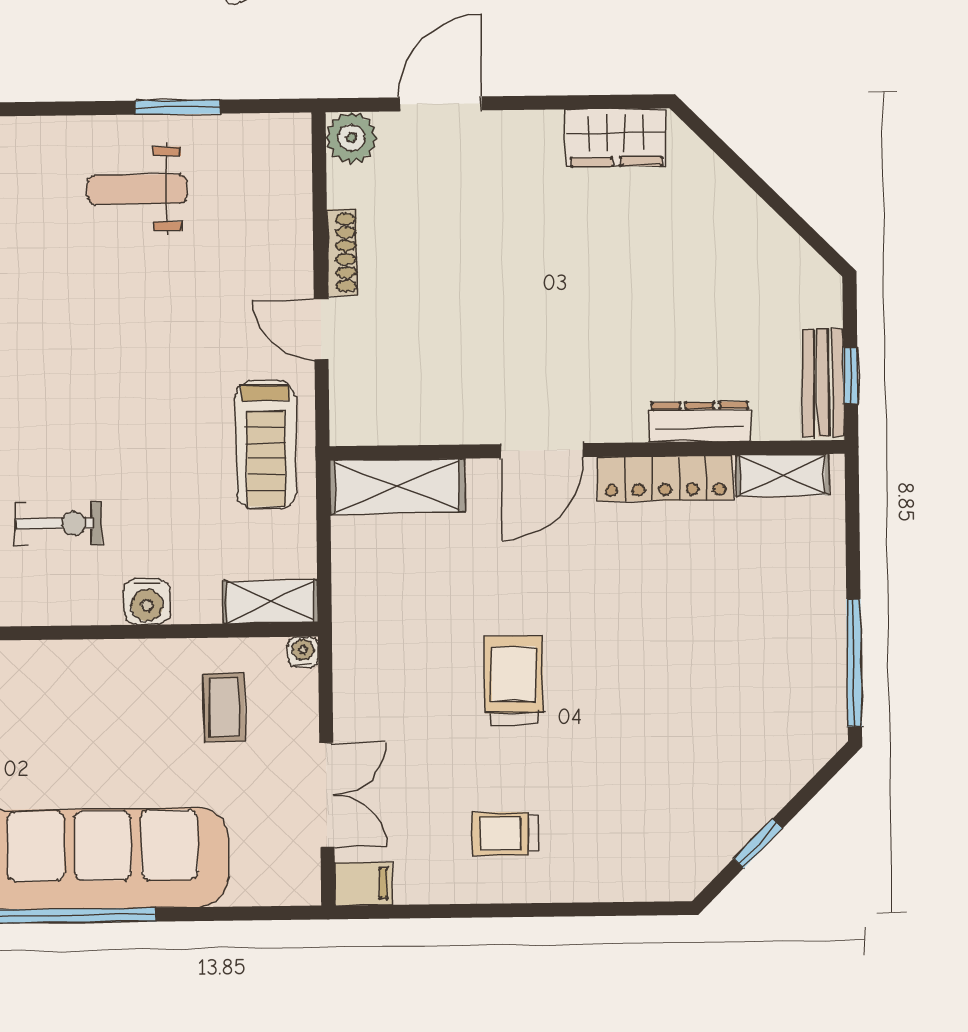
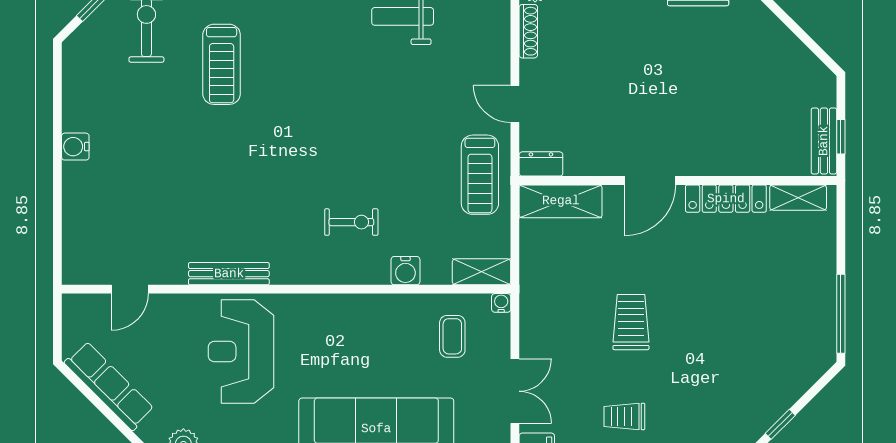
shoe rack: (342, 252) -> (528, 31), moved
dresser: (700, 422) -> (541, 164), moved, width x0.70

